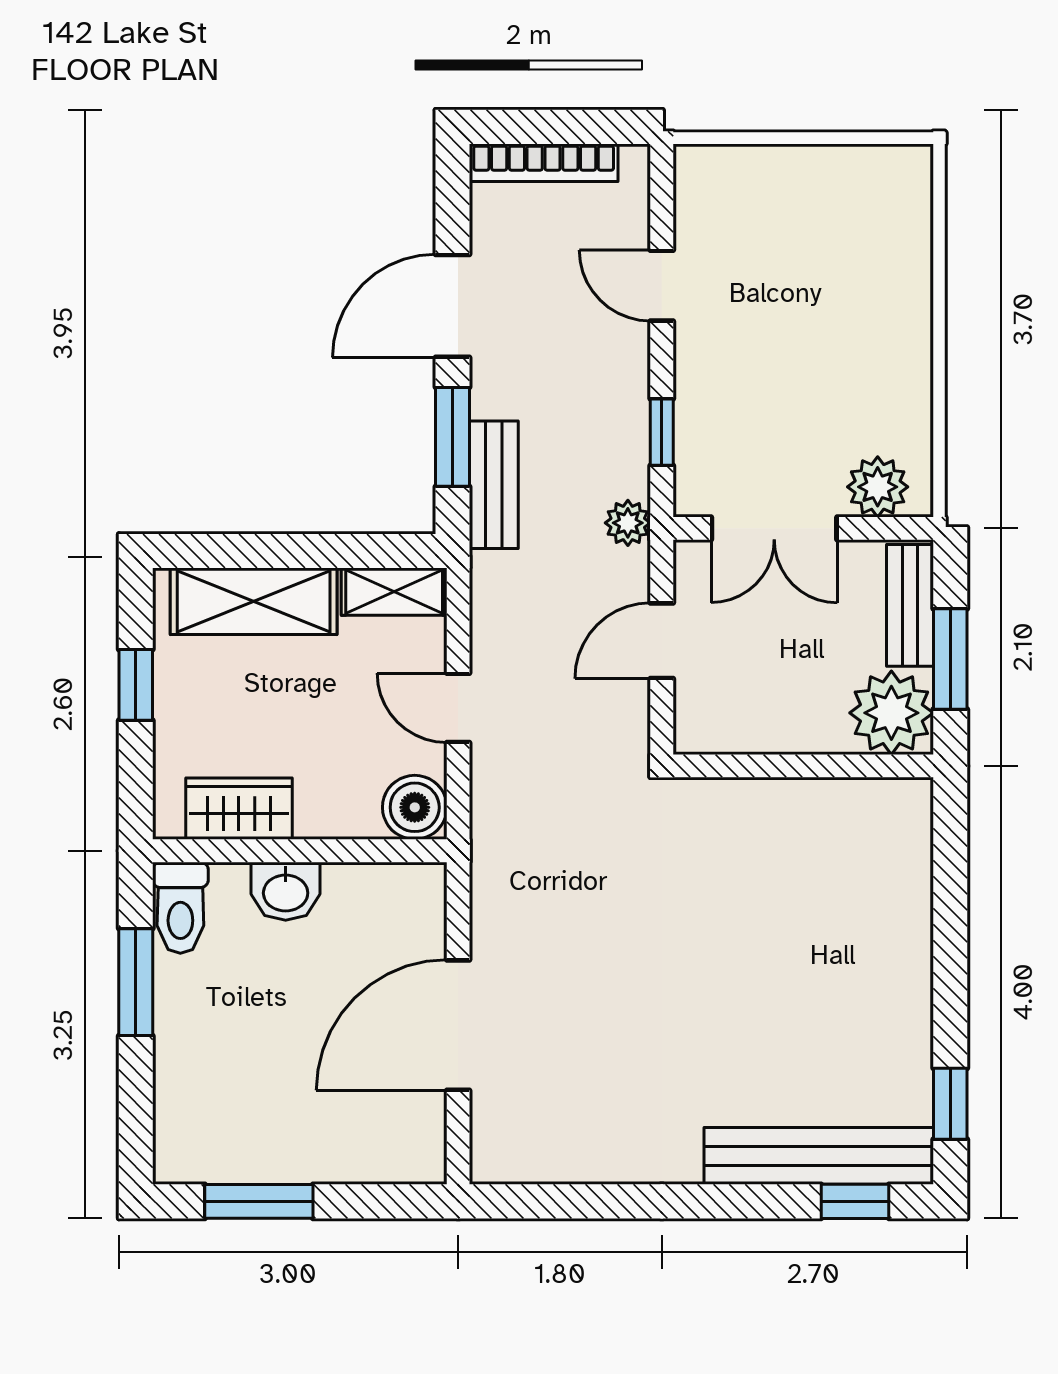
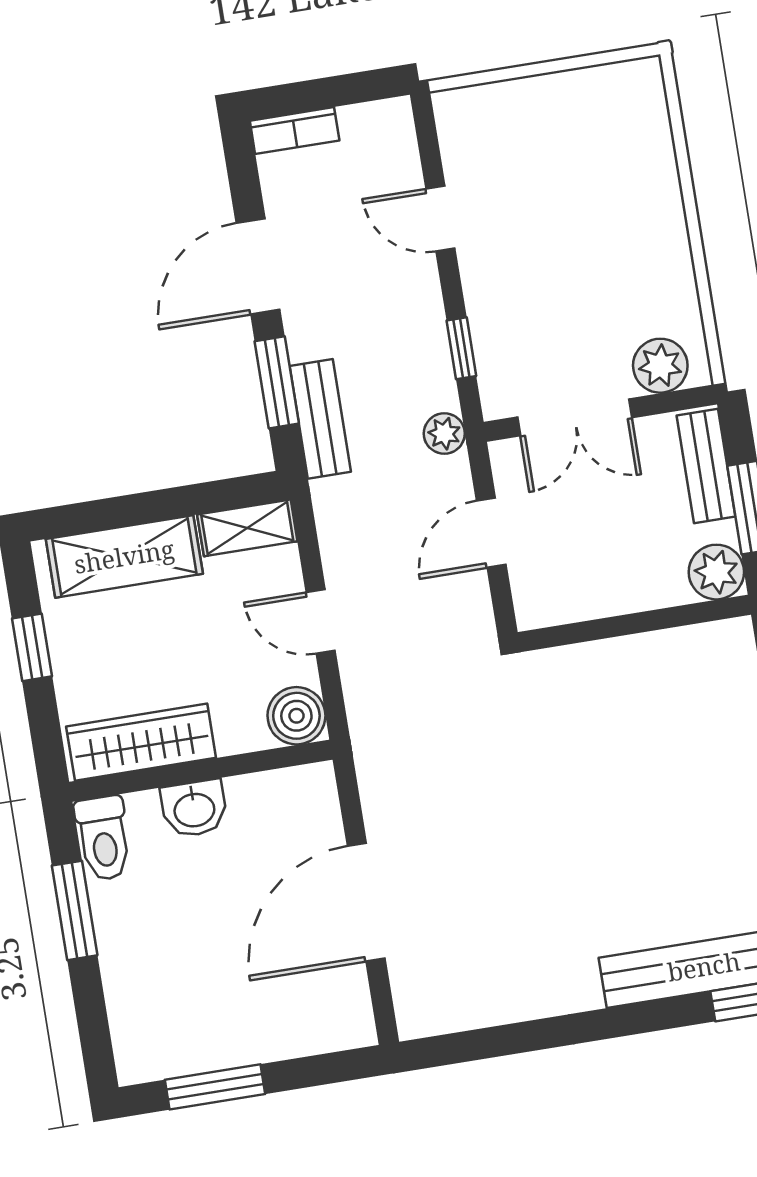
bookcase: (544, 163) -> (295, 131), width x0.64
plant: (891, 713) -> (716, 572), width x0.73, depth x0.73
wardrobe: (239, 809) -> (141, 742), width x1.50

